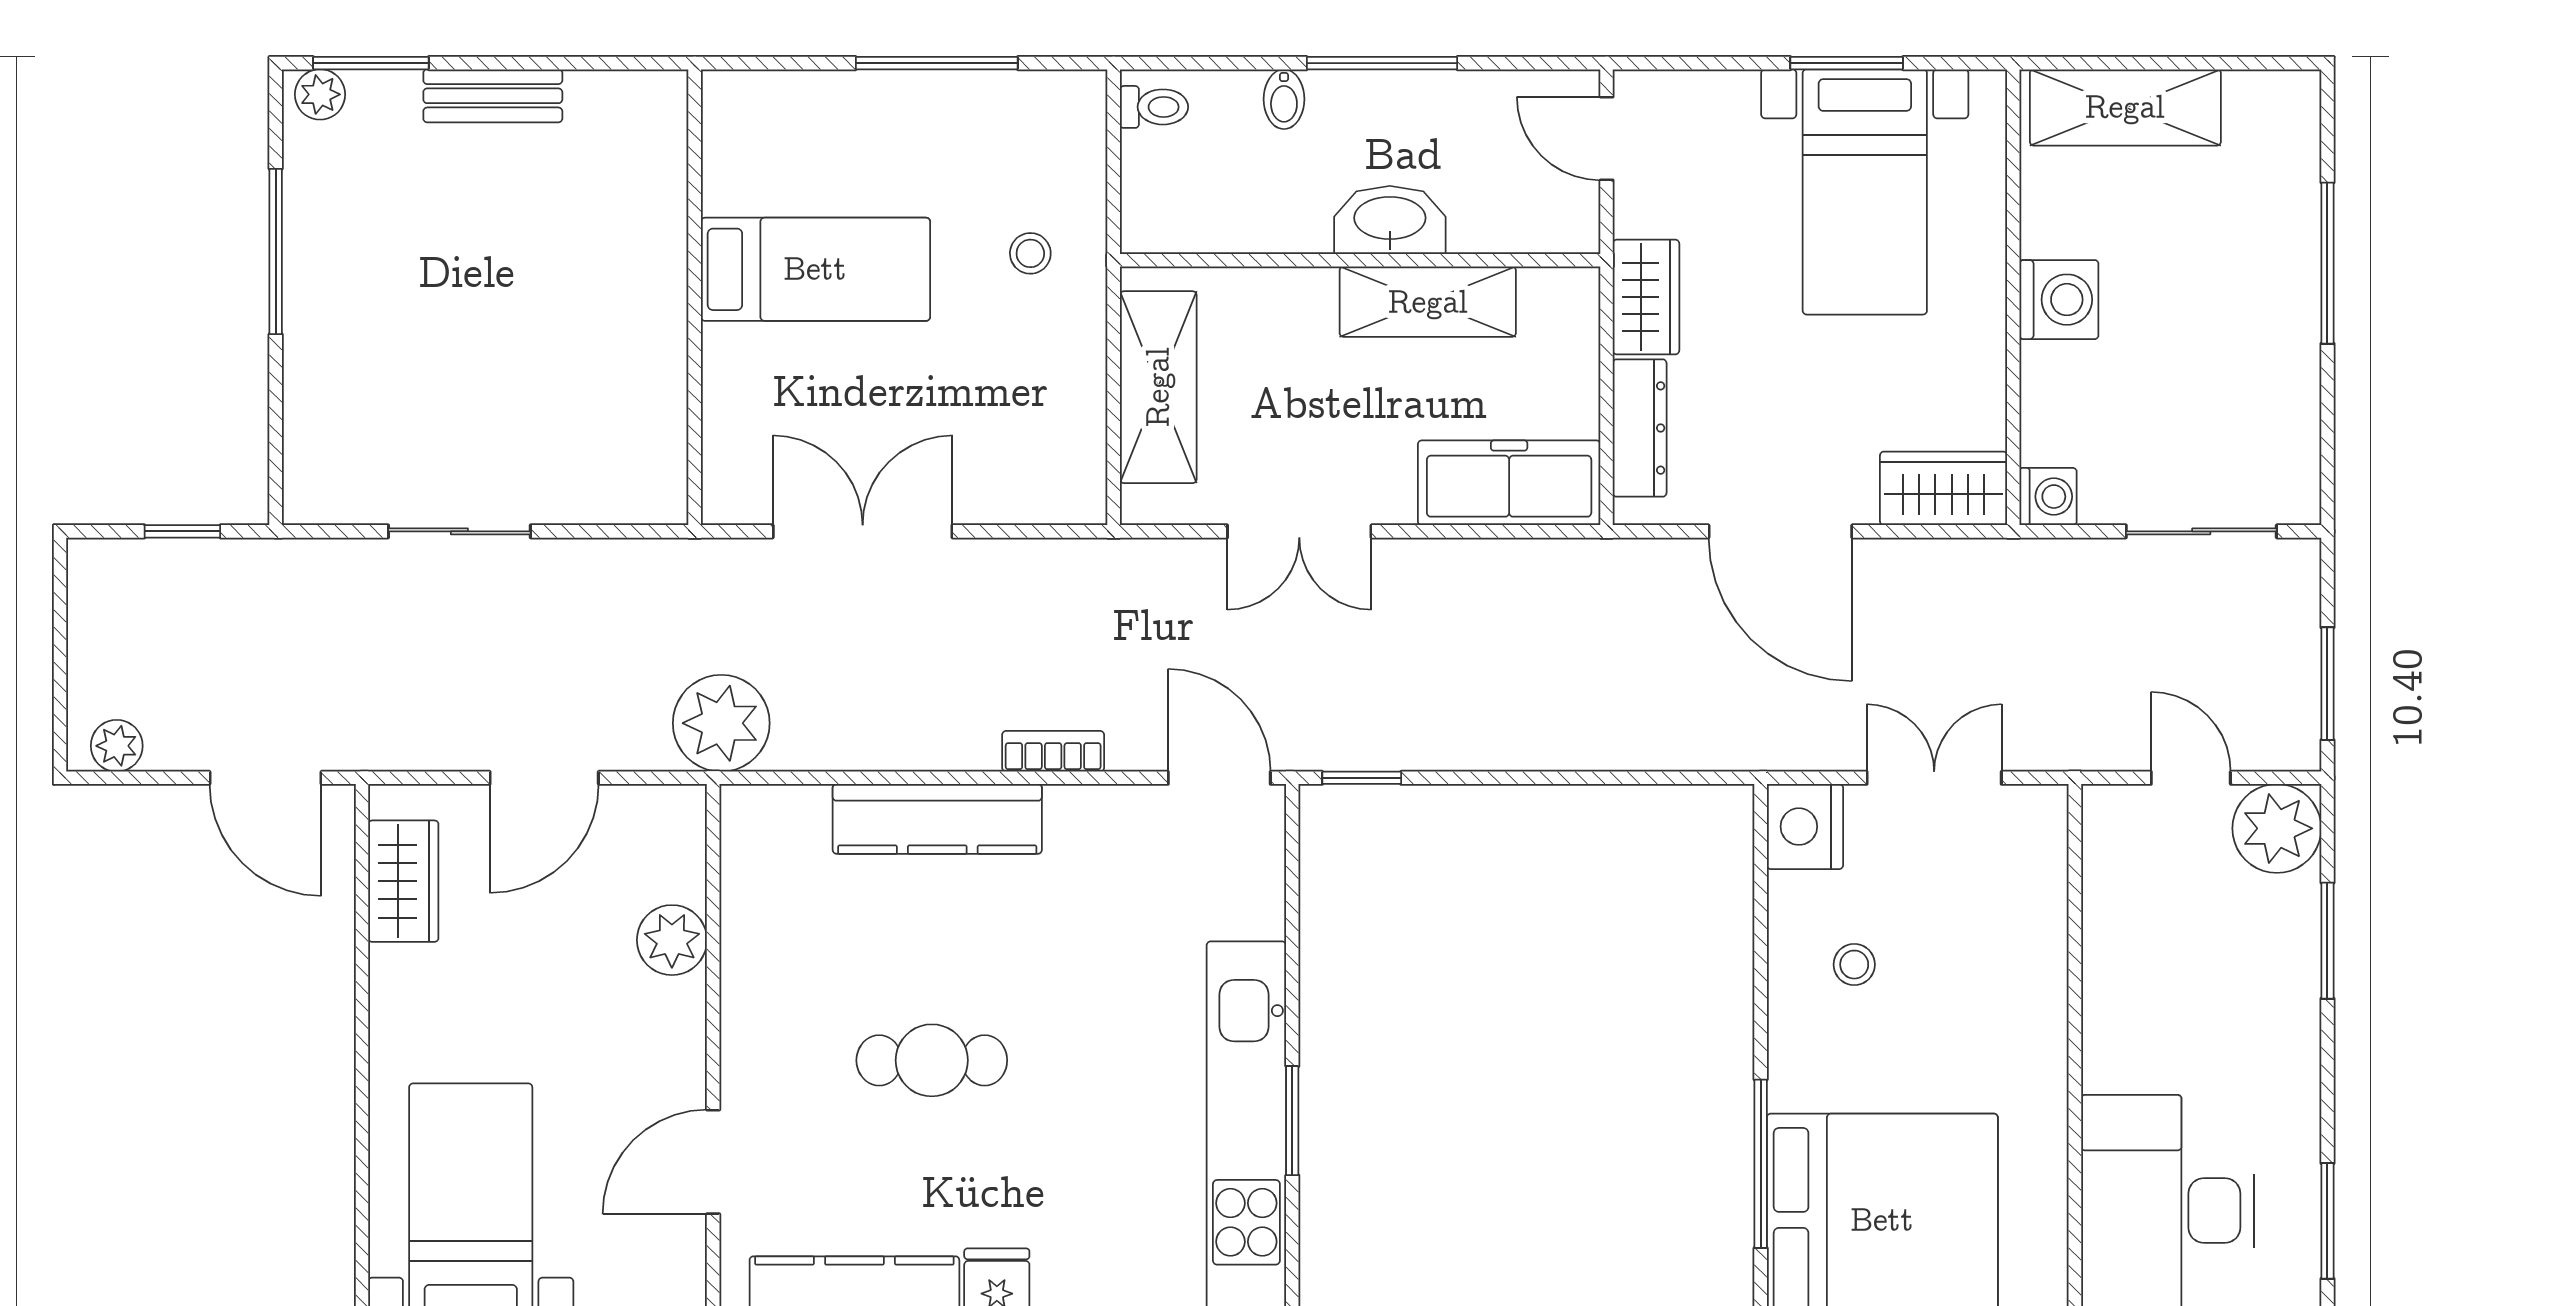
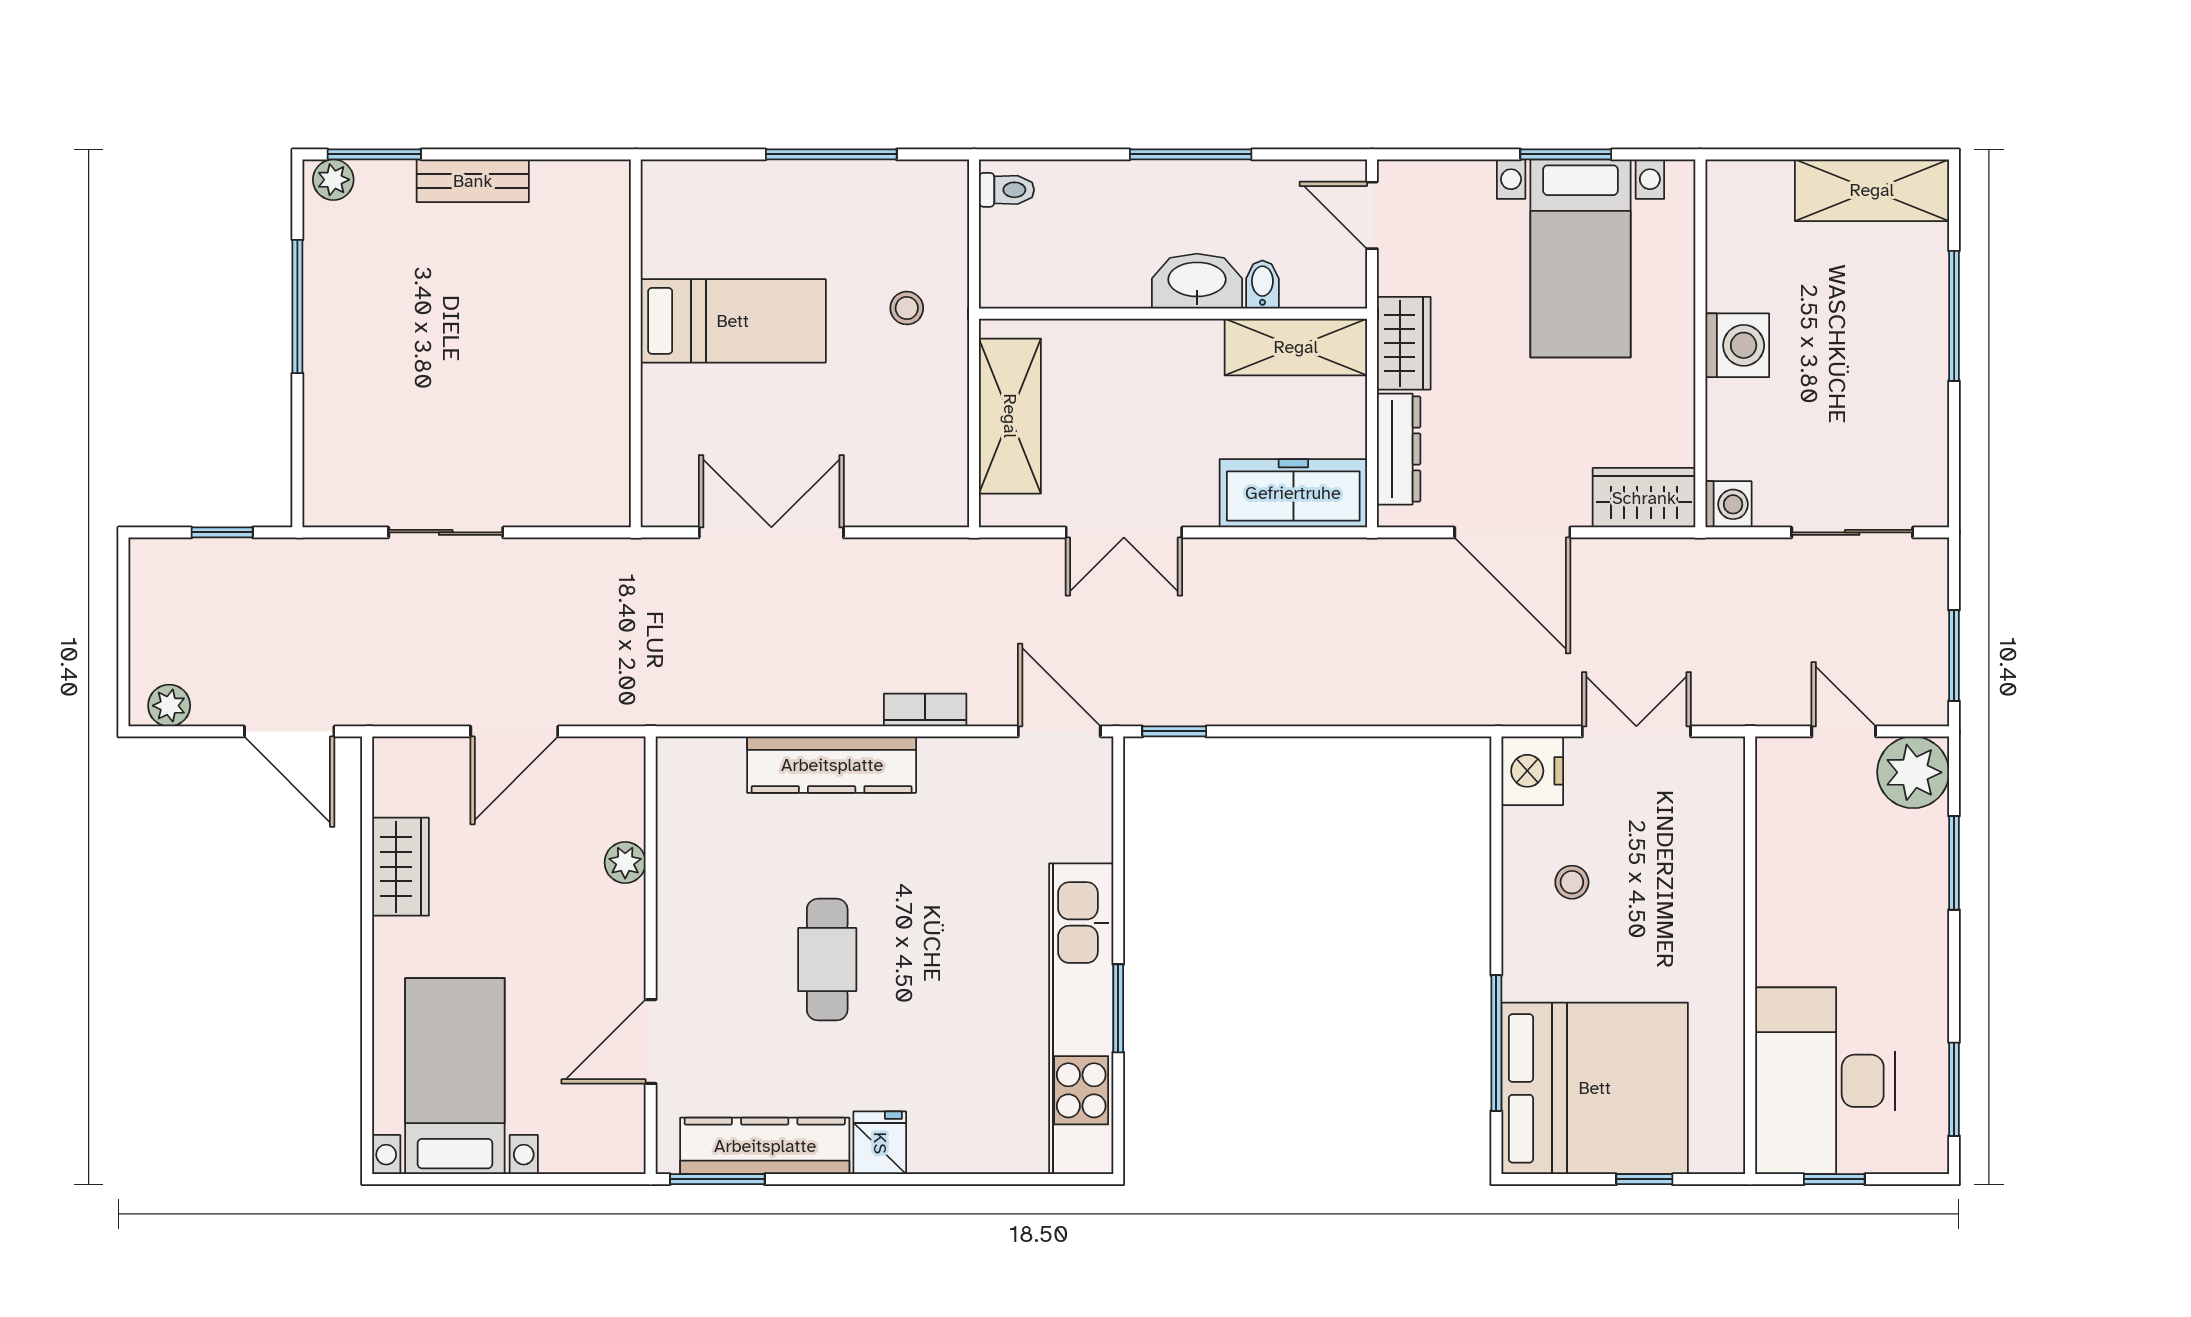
bidet: (1284, 99) -> (1262, 284), moved, turned 180
shelving: (2125, 107) -> (1872, 190), moved
shelving: (1428, 302) -> (1296, 347), moved
plant: (721, 723) -> (657, 687), removed
wardrobe: (403, 881) -> (400, 867), moved
plant: (672, 940) -> (625, 862), width x0.73, depth x0.73
cafe table: (932, 1060) -> (827, 960), turned 90

